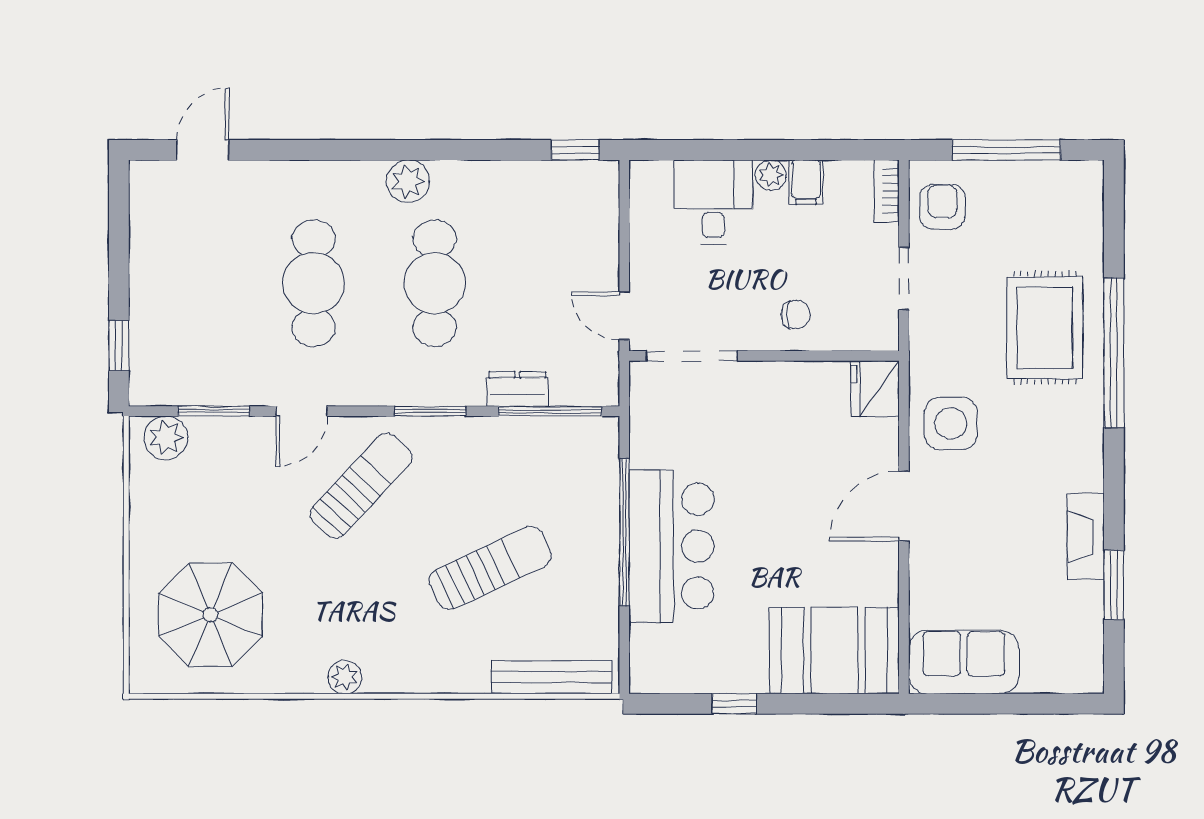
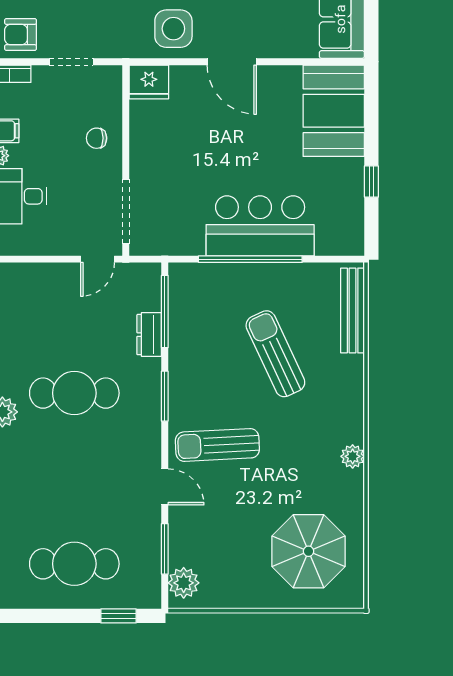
cafe table: (314, 283) -> (74, 564), moved
chair: (796, 315) -> (97, 138), turned -90
sun lounger: (361, 486) -> (217, 445), turned -46

